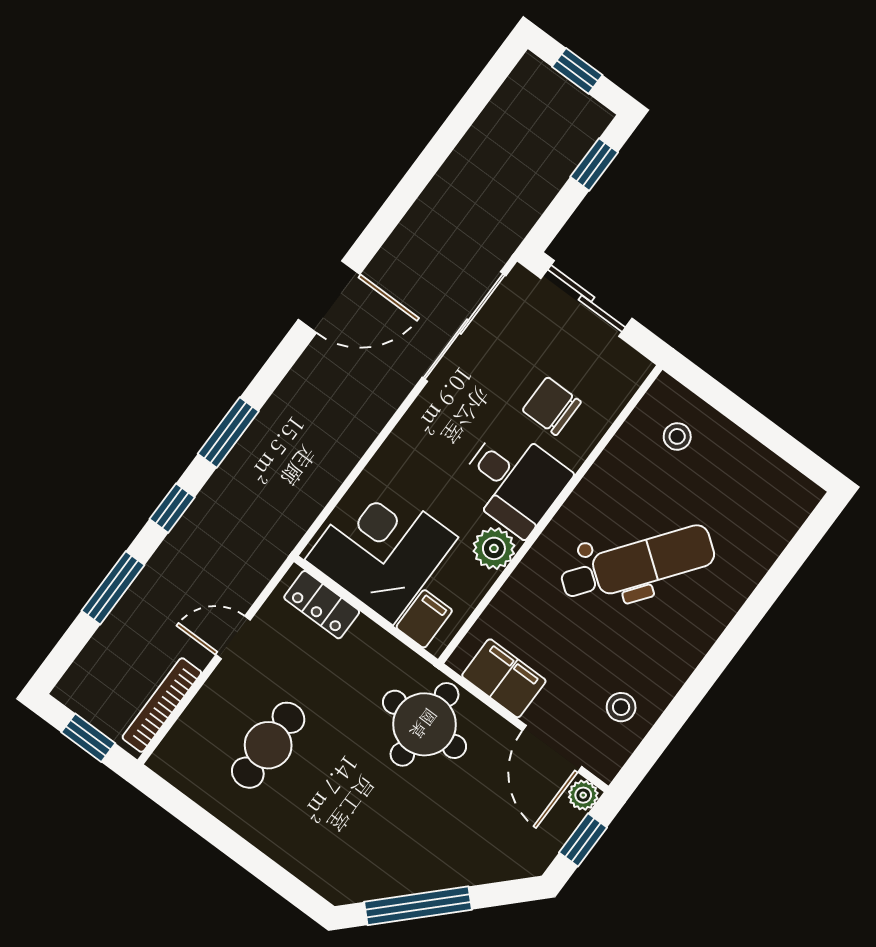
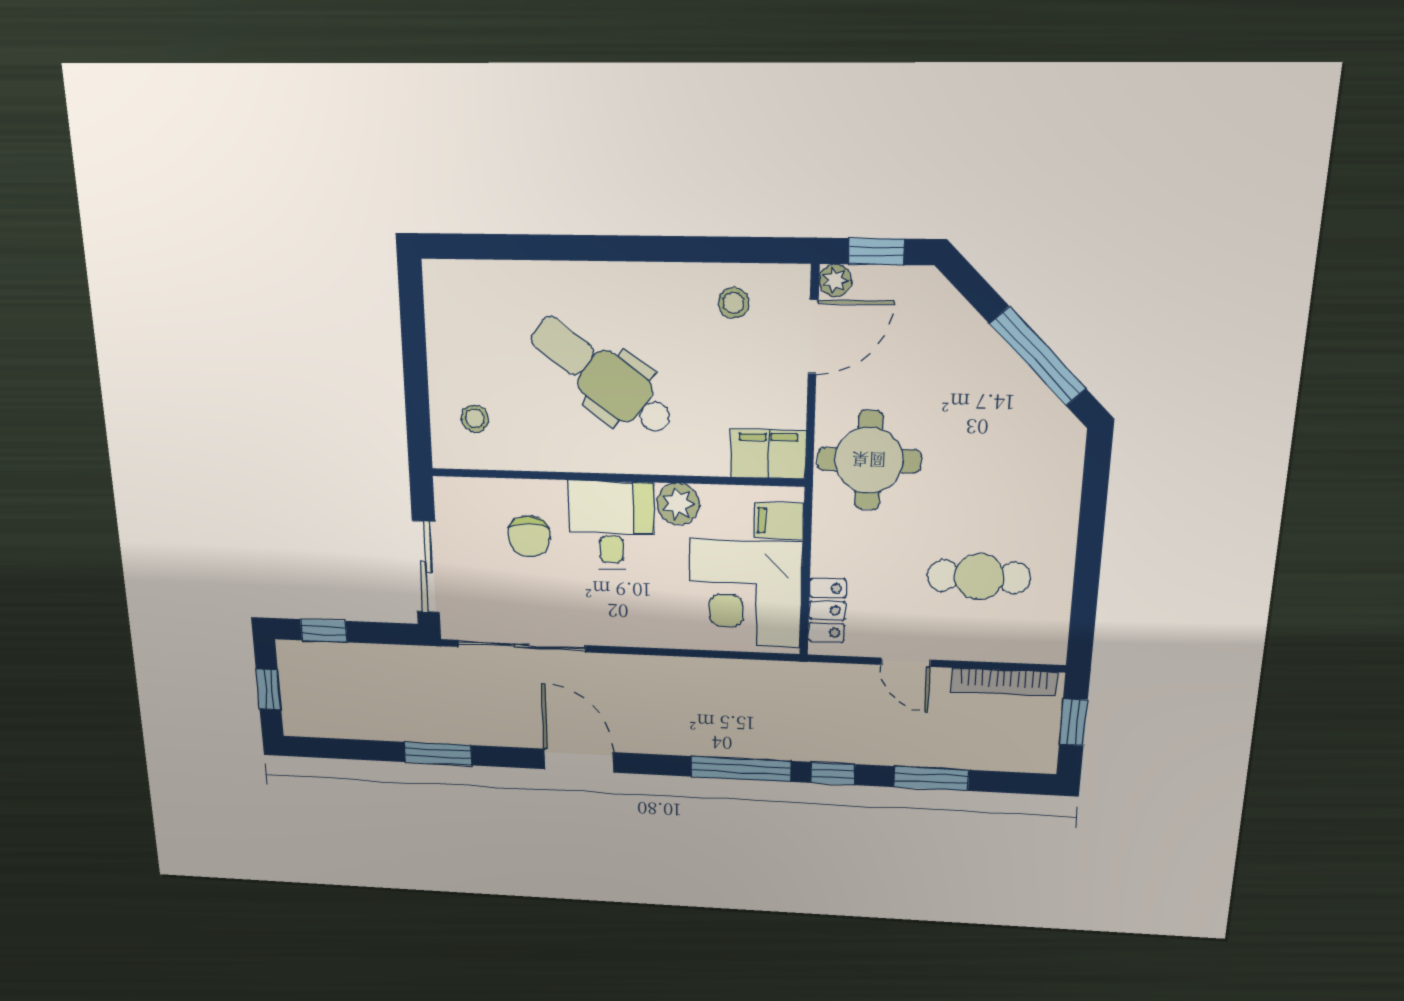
window: (419, 176) -> (438, 754), added
window: (228, 433) -> (741, 769), width x1.44
filing cabinet: (504, 678) -> (768, 454), moved, turned 90

